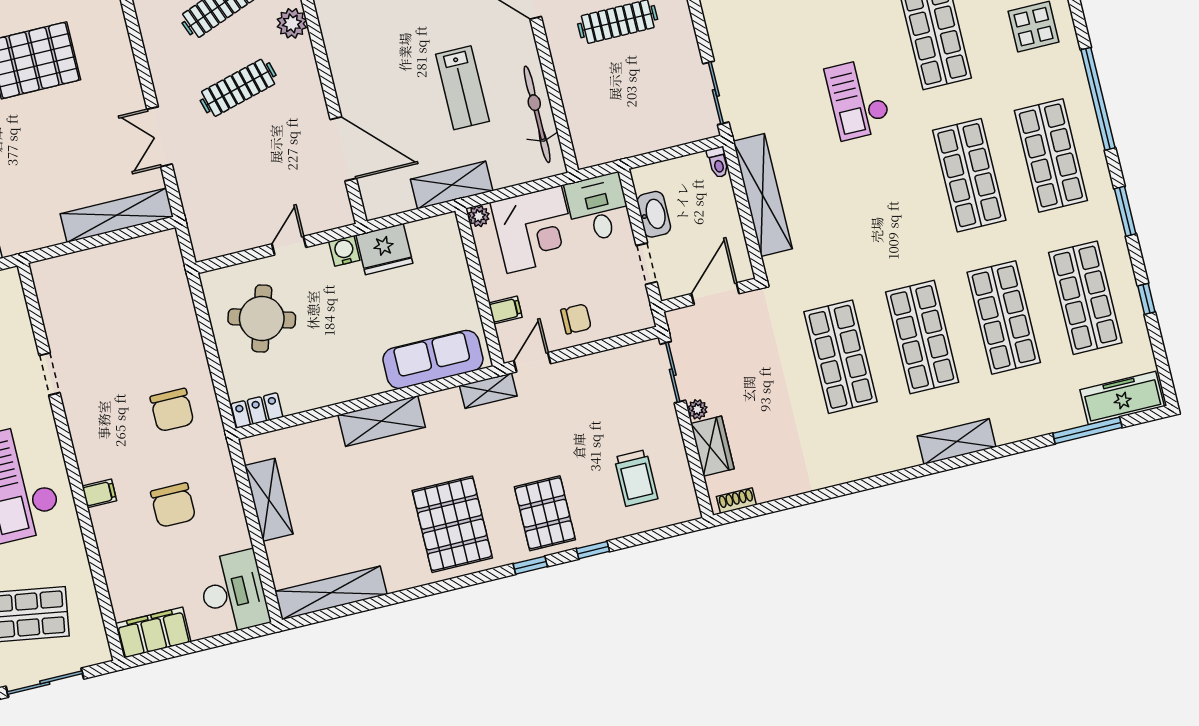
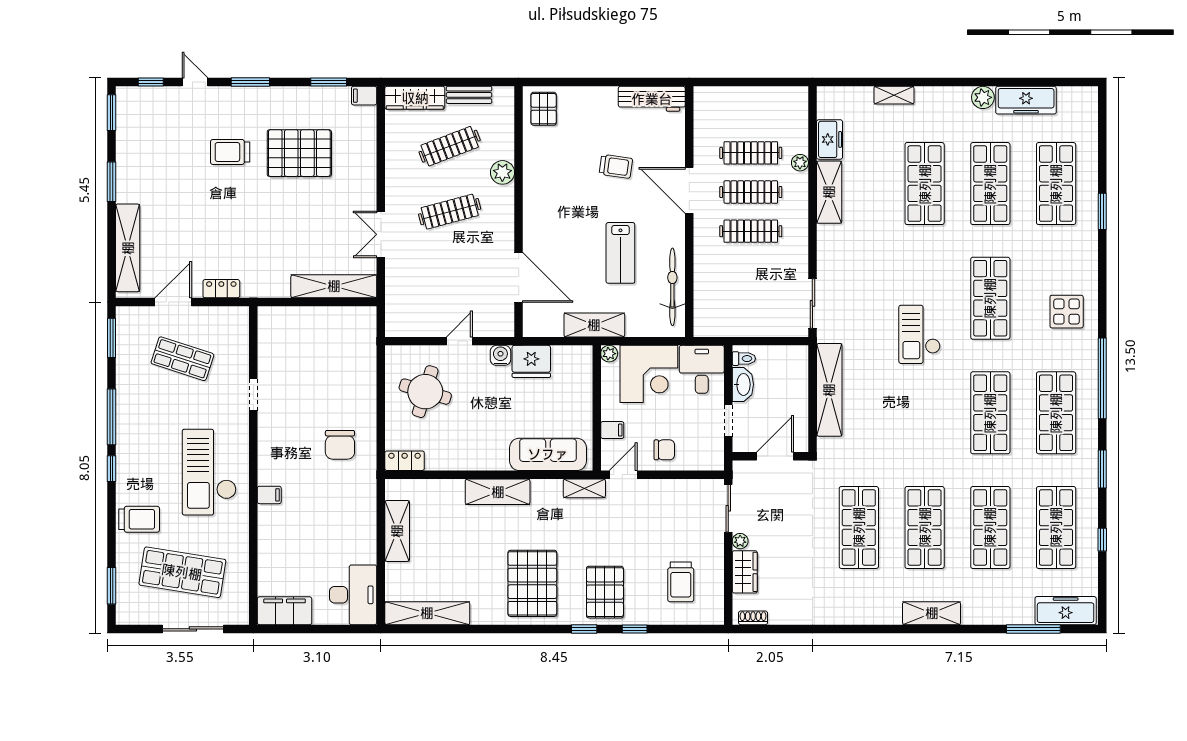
toilet: (718, 162) -> (744, 359), moved, turned -90
chair: (173, 505) -> (323, 517), removed

